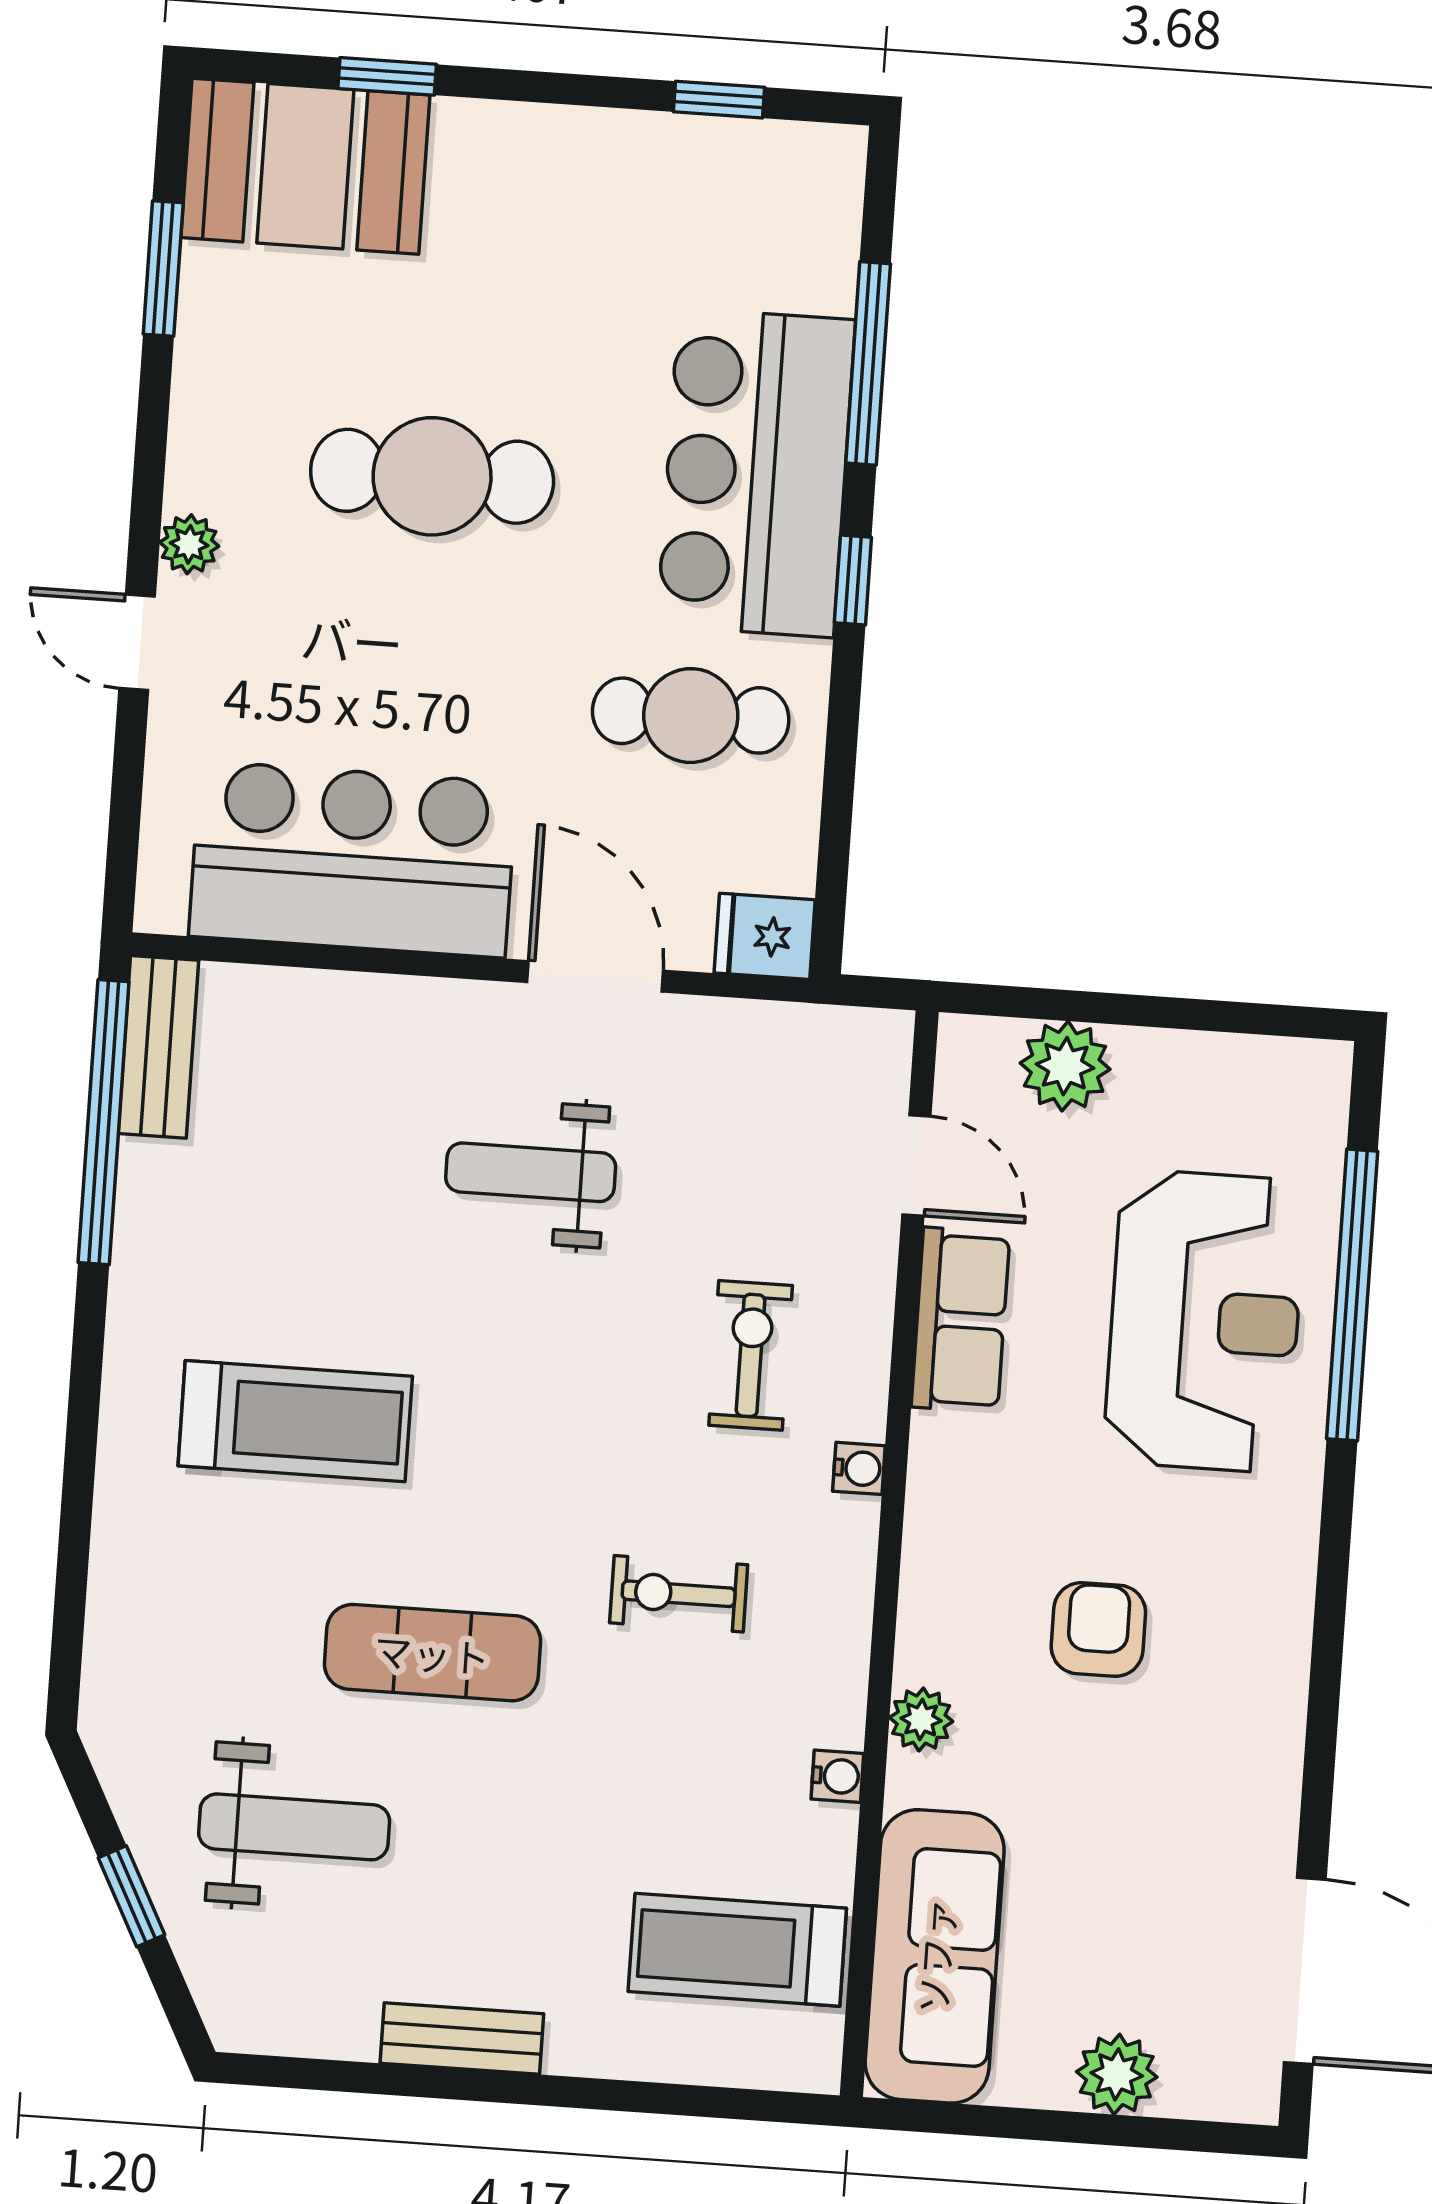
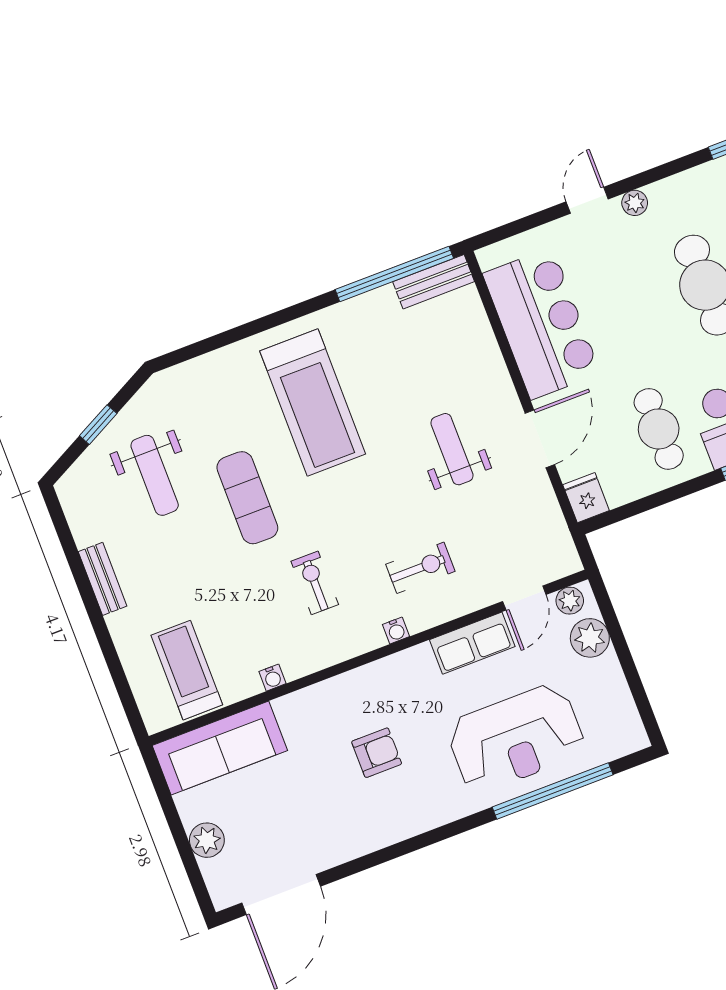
treadmill: (295, 1421) -> (313, 402), width x1.37, depth x1.38
plant: (921, 1720) -> (570, 601), moved

